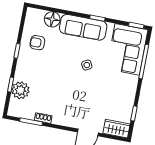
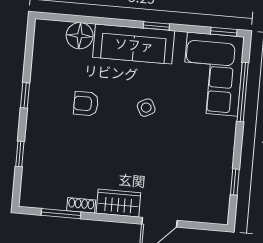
armchair: (37, 43) -> (86, 104), moved
plant: (21, 90) -> (38, 162), removed
wardrobe: (117, 129) -> (118, 203), moved

